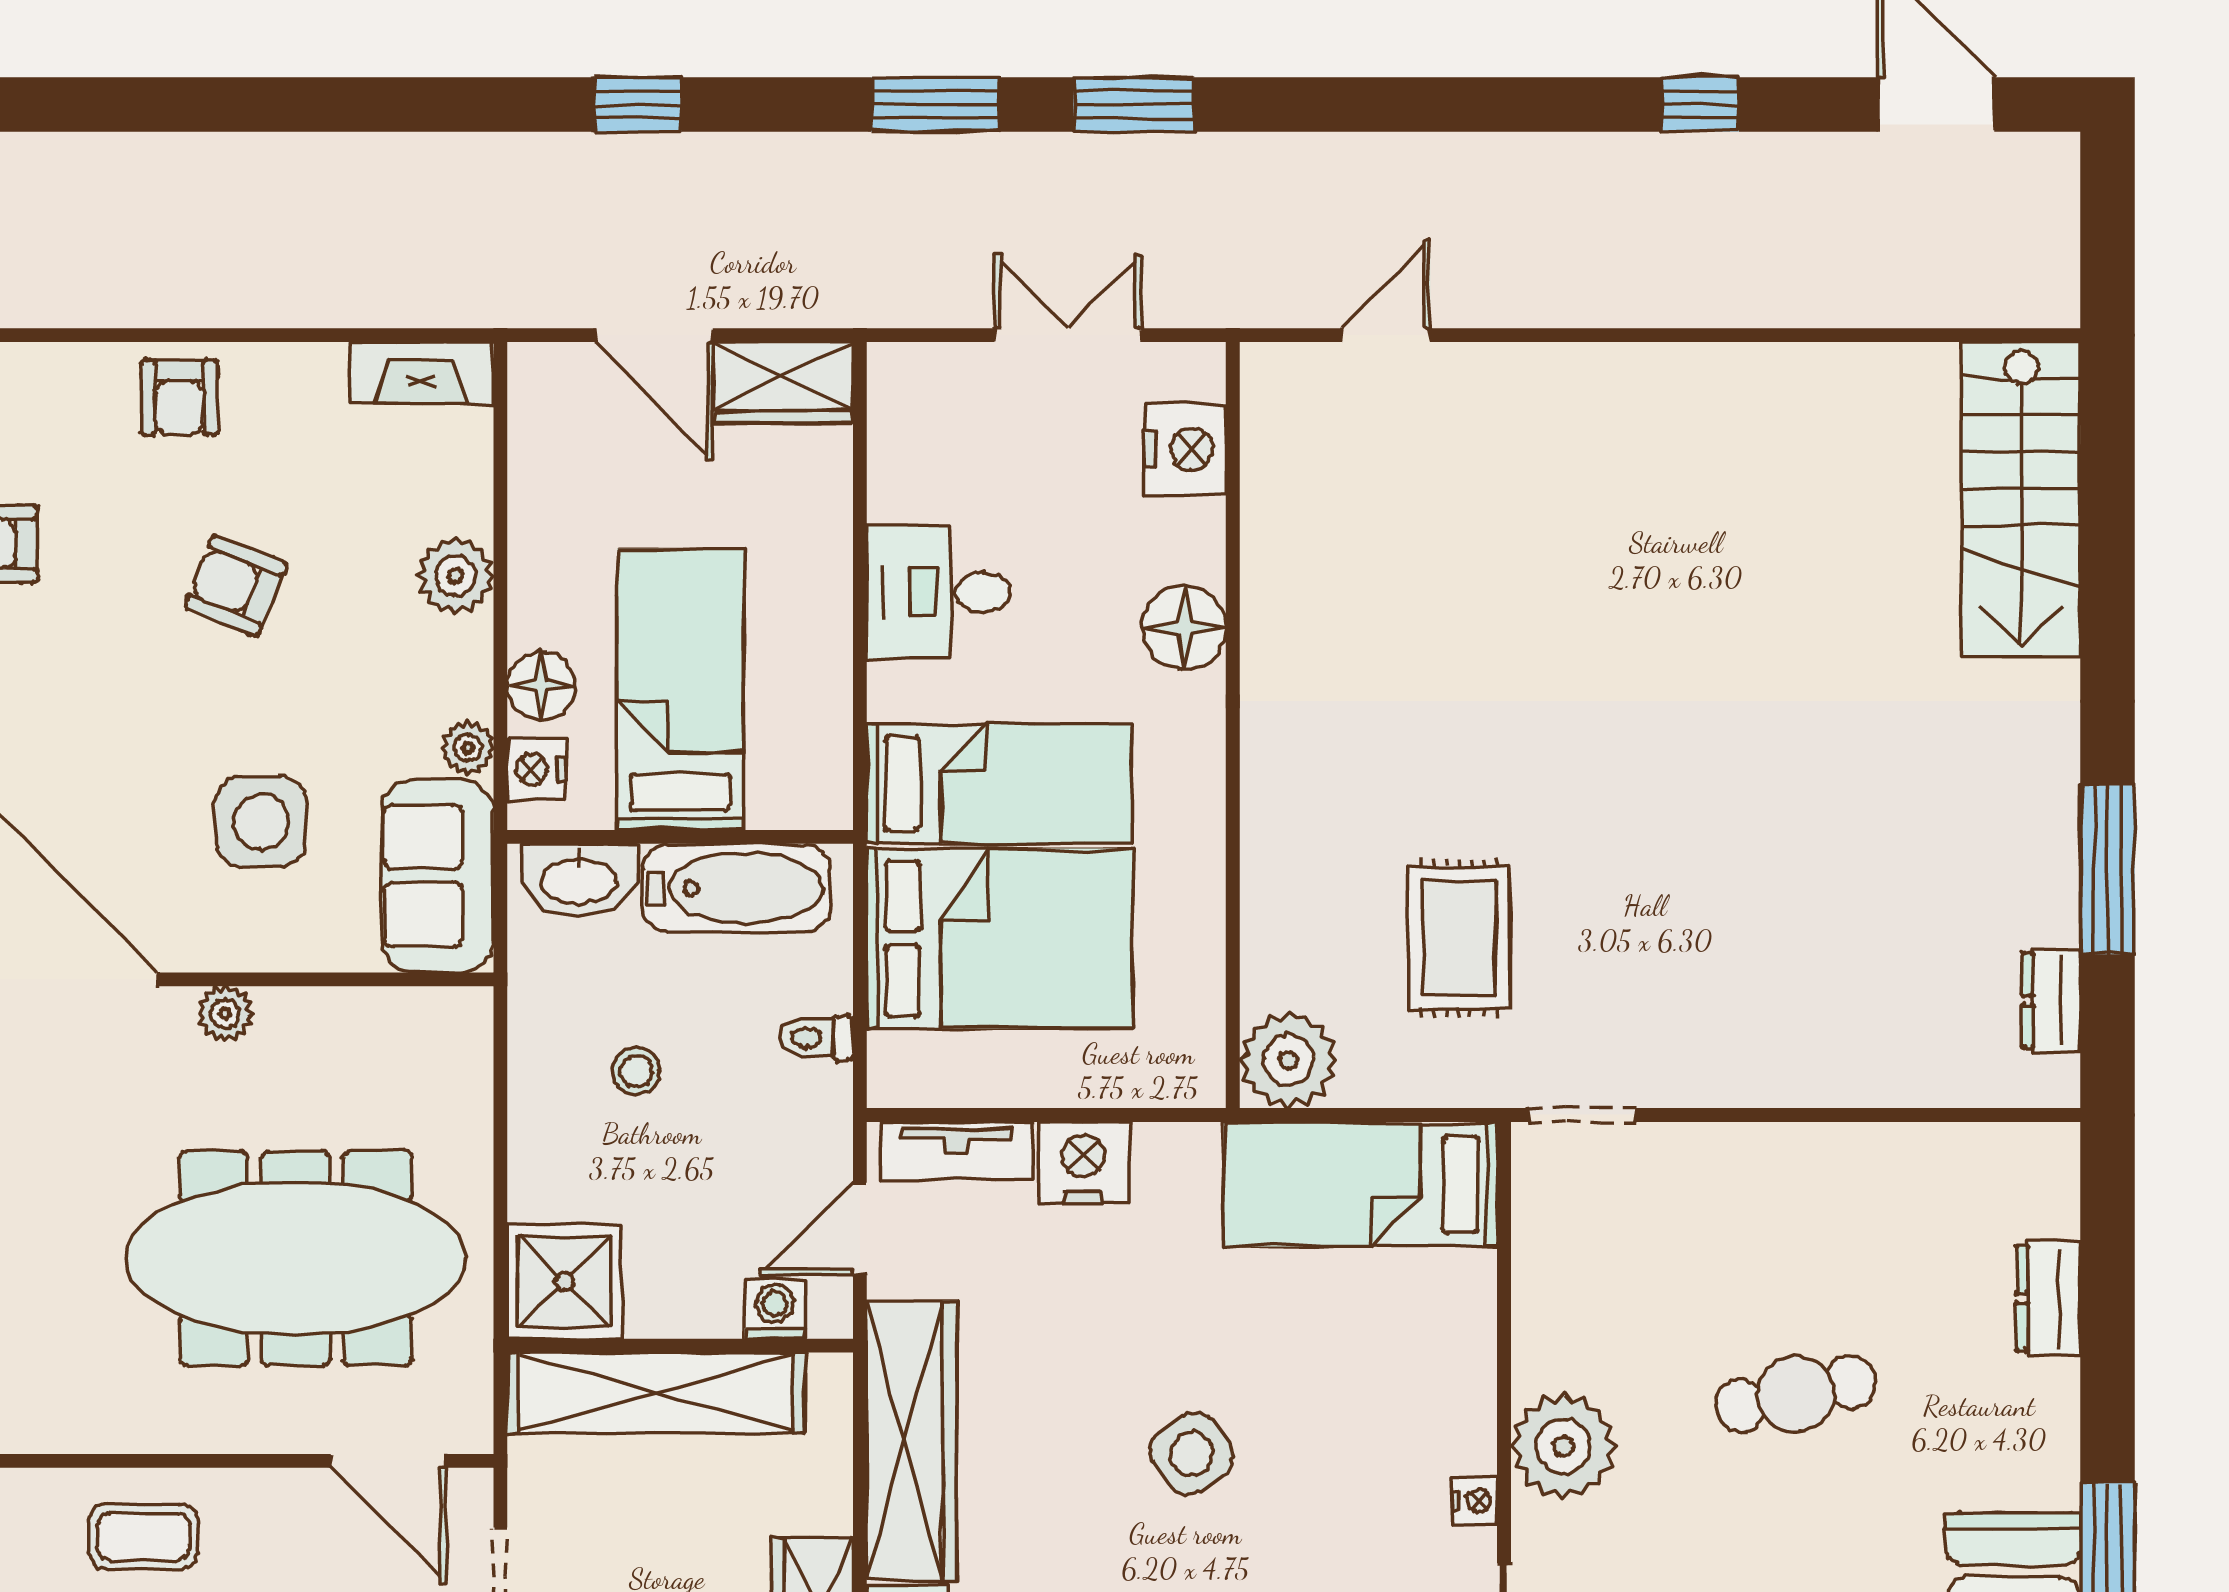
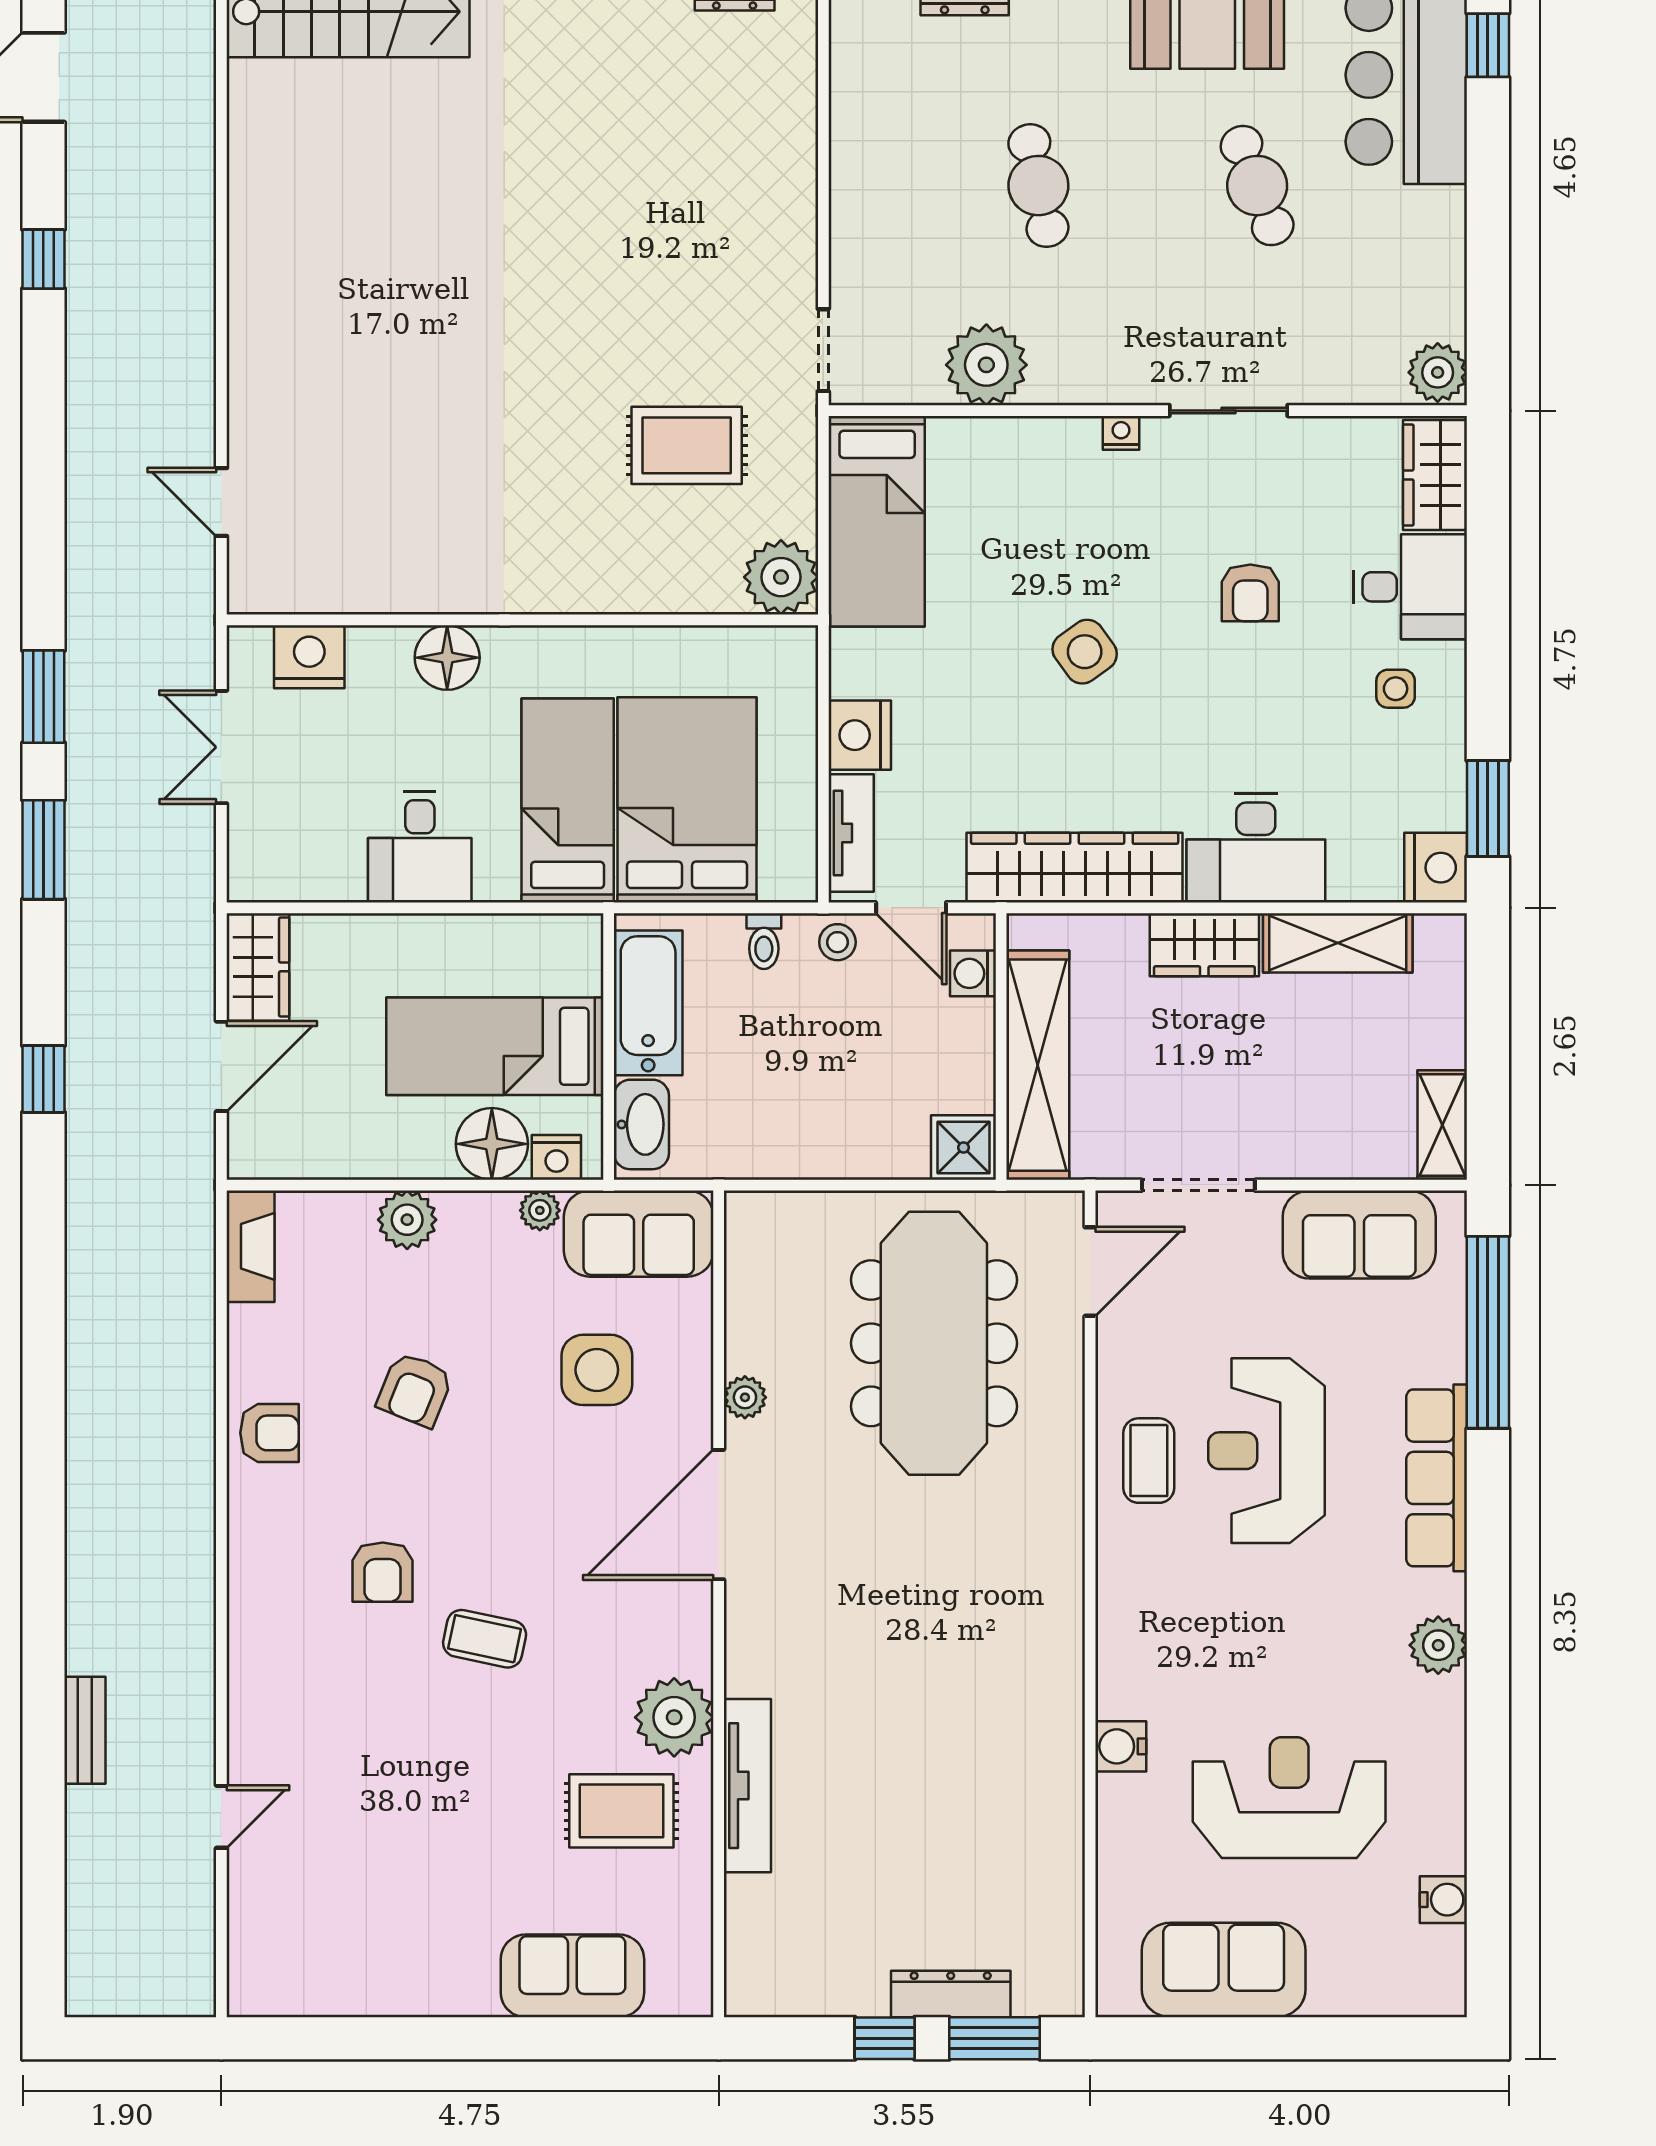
floor lamp: (541, 685) -> (492, 1144), width x1.38, depth x1.38
stool: (636, 1071) -> (837, 942), moved
shower: (564, 1281) -> (964, 1147), width x0.73, depth x0.73
plant: (1563, 1446) -> (986, 365), moved

